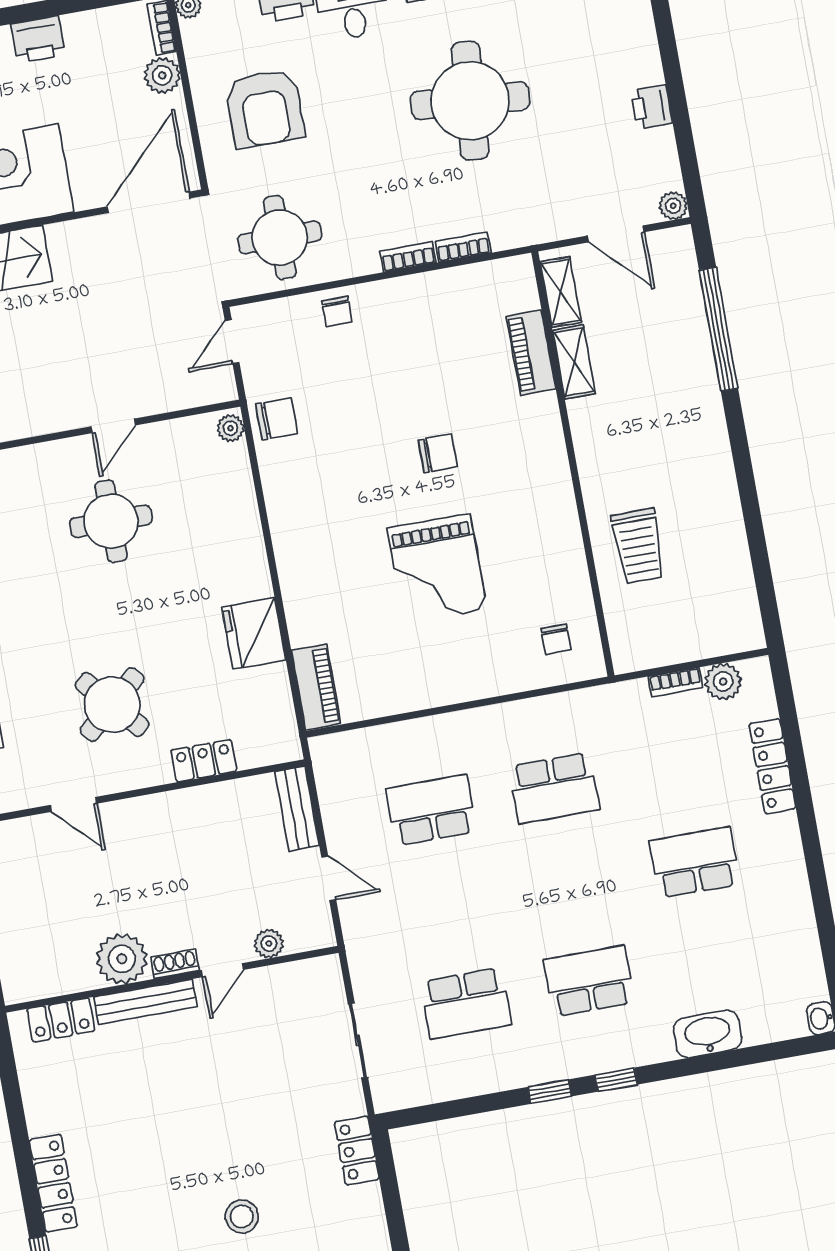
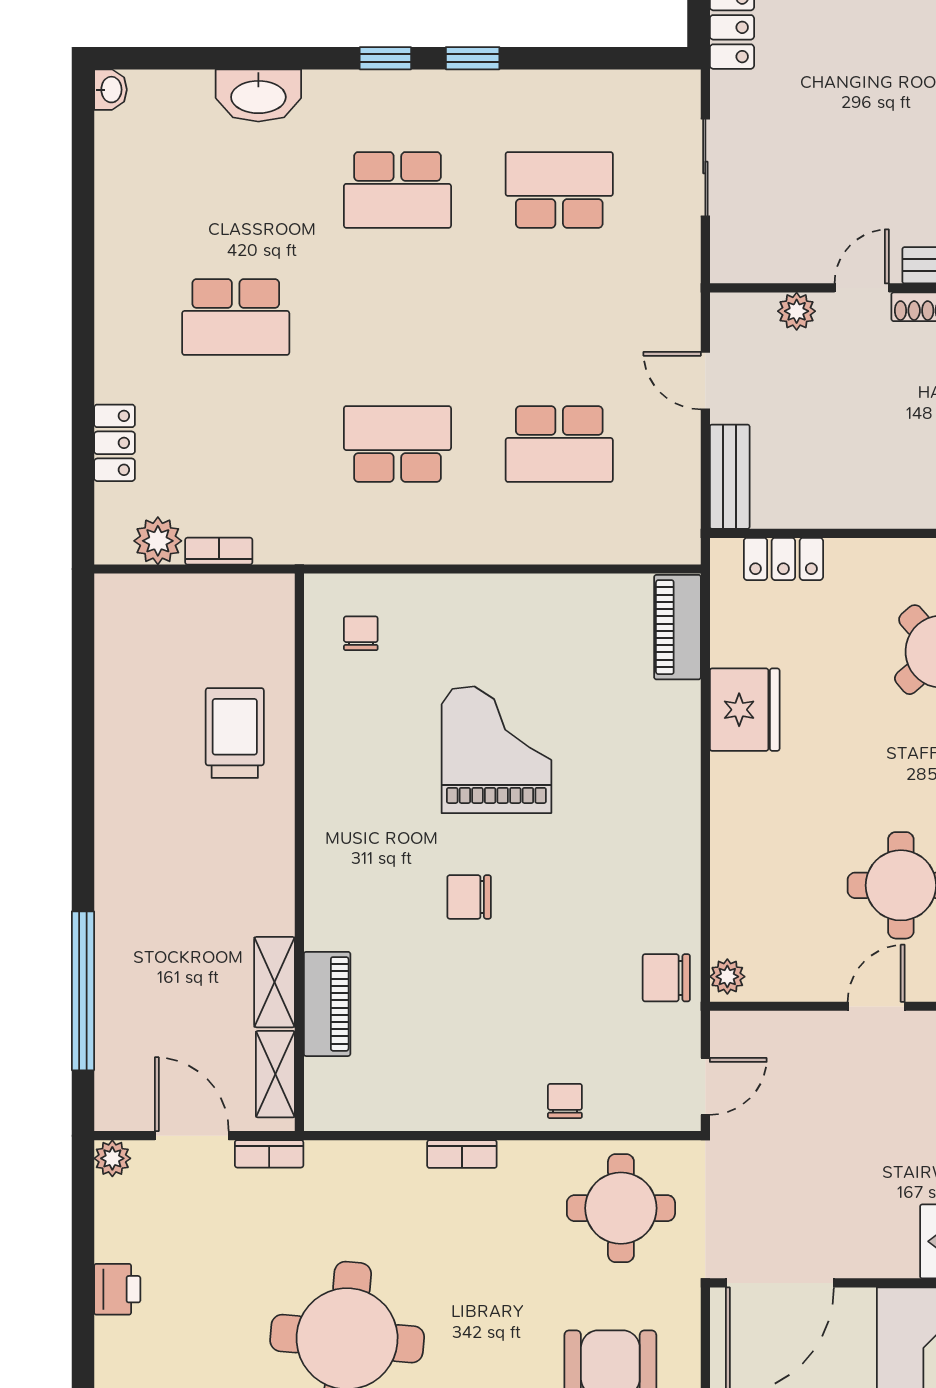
bookcase: (463, 247) -> (269, 1154), moved
locker: (204, 761) -> (783, 559), moved
locker: (772, 766) -> (115, 443), width x0.66

